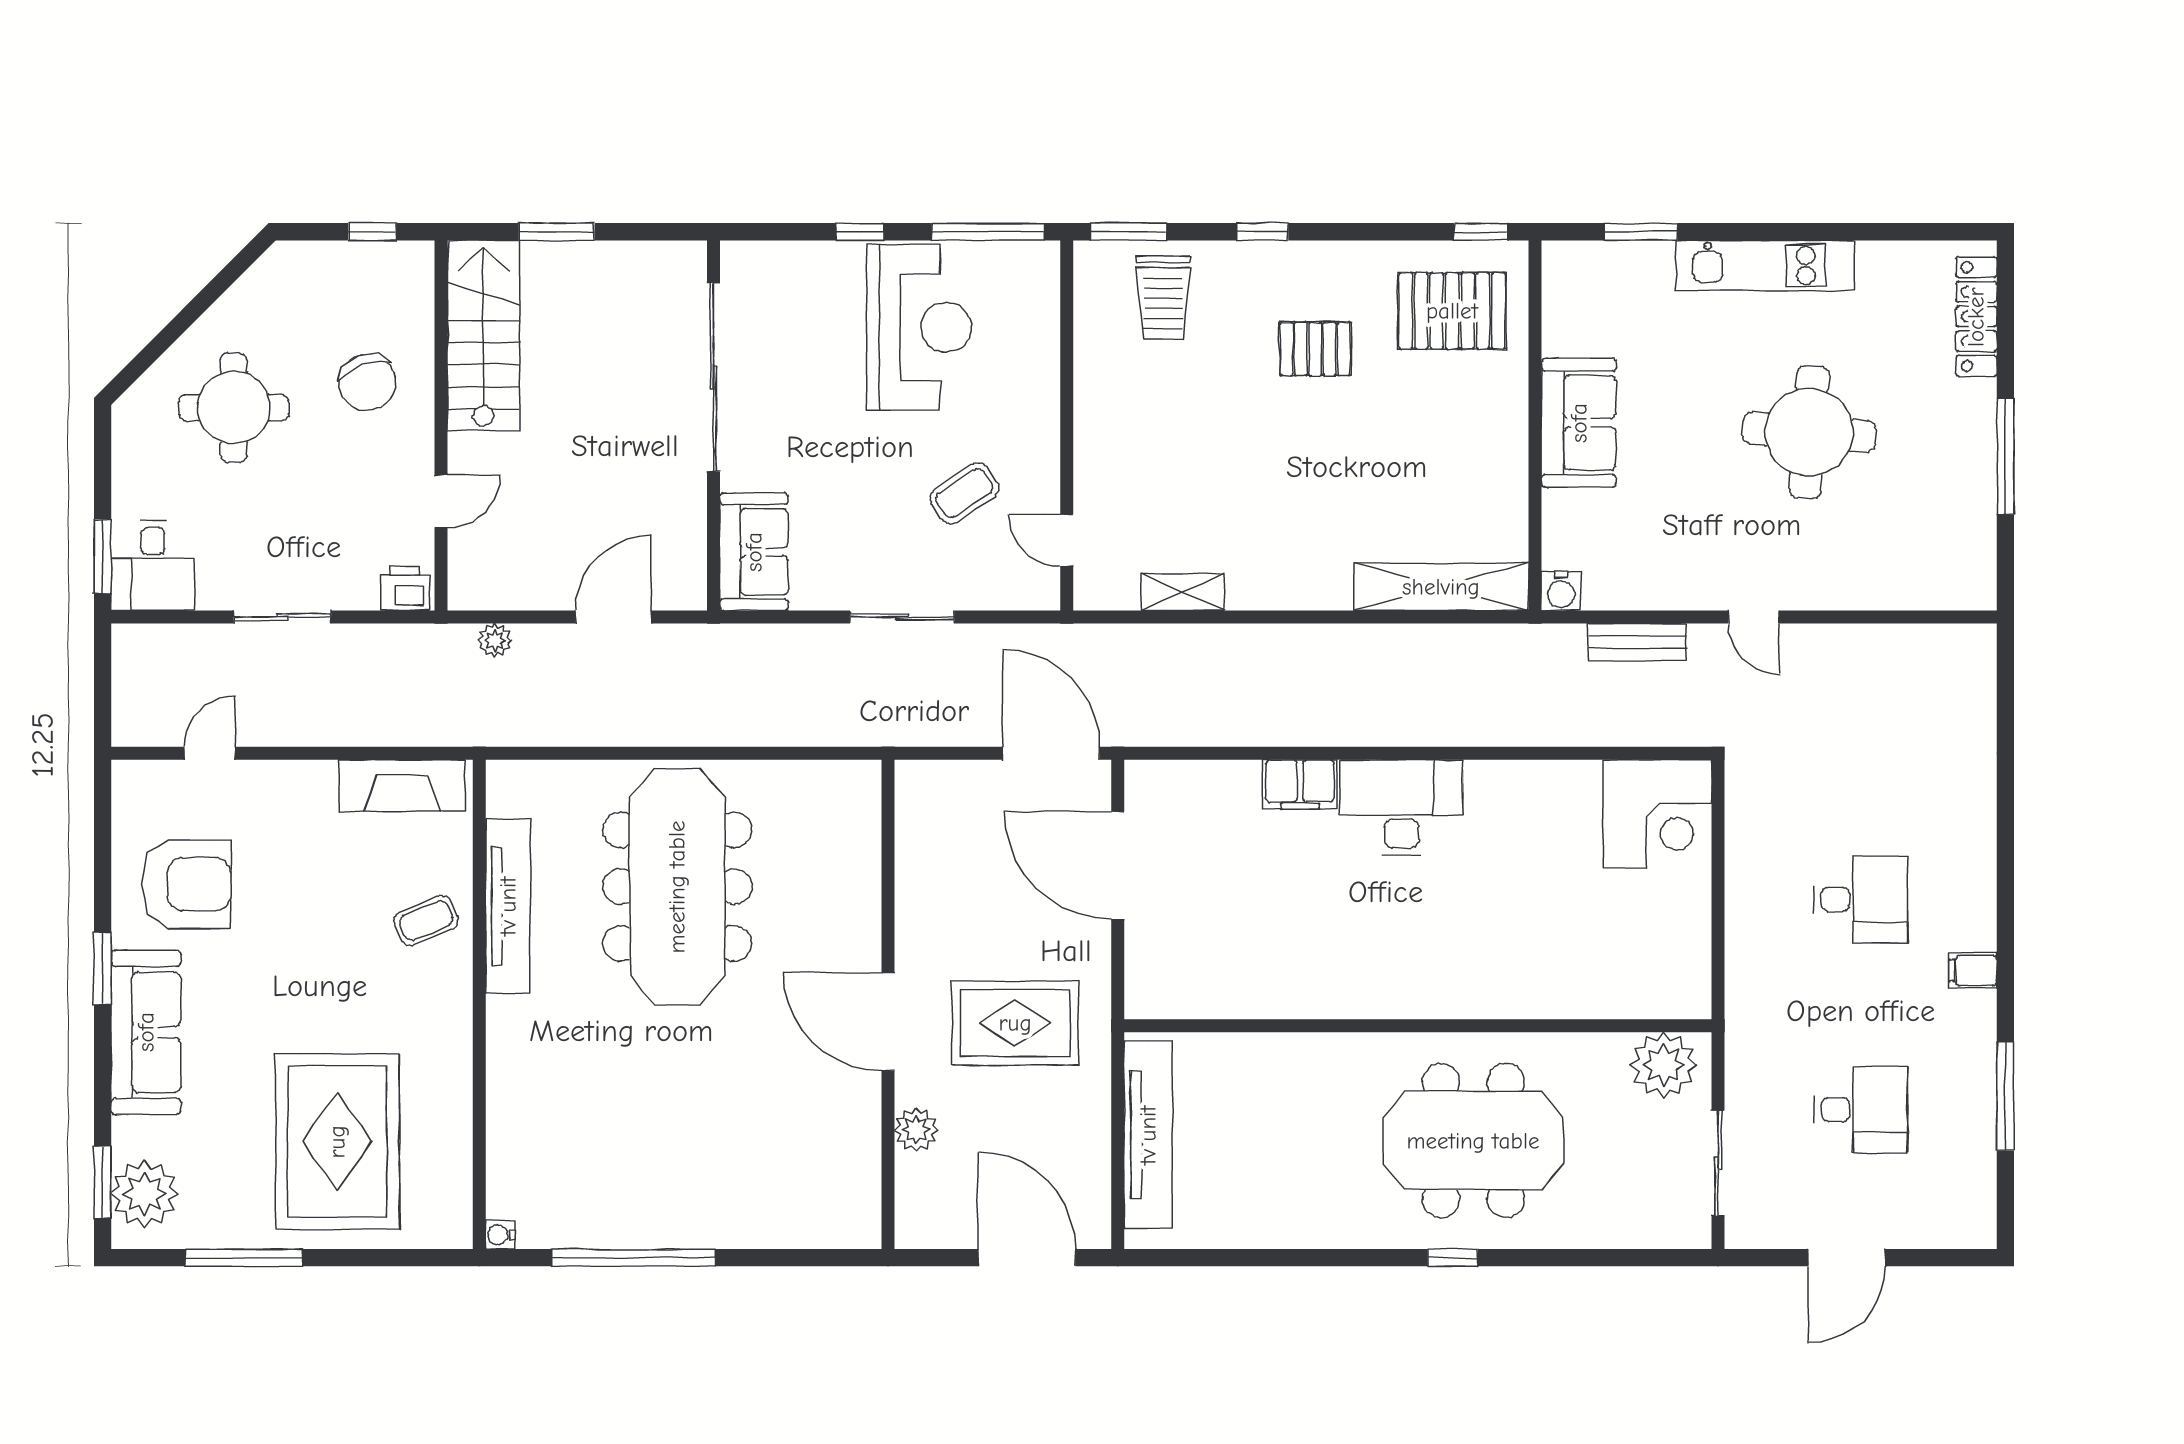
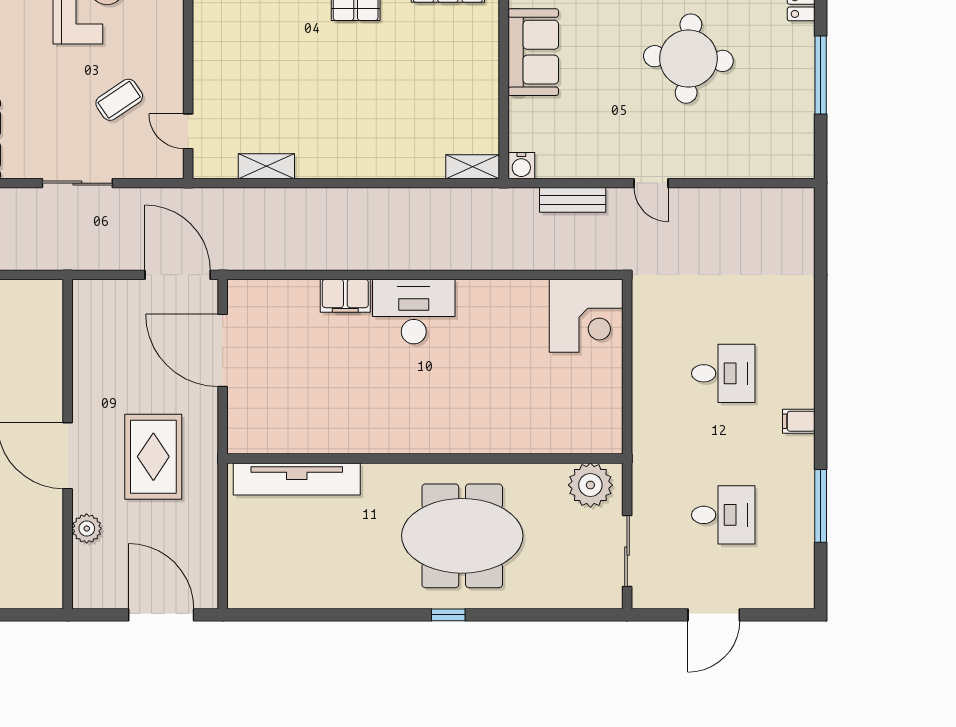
shelving: (1441, 587) -> (473, 167), width x0.45, depth x0.75
rug: (1015, 1023) -> (153, 457), turned 90
tv unit: (1148, 1135) -> (297, 479), moved, turned 90

